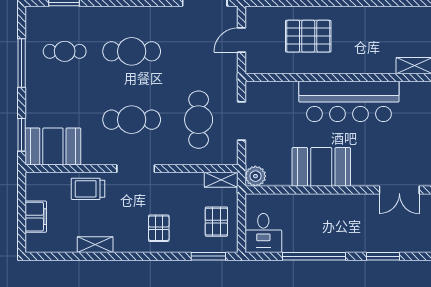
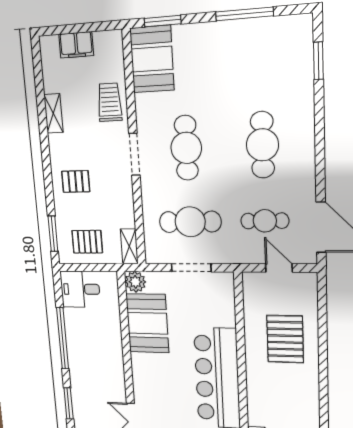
cafe table: (65, 51) -> (265, 221), moved, turned 90
booth: (321, 167) -> (147, 323), moved

